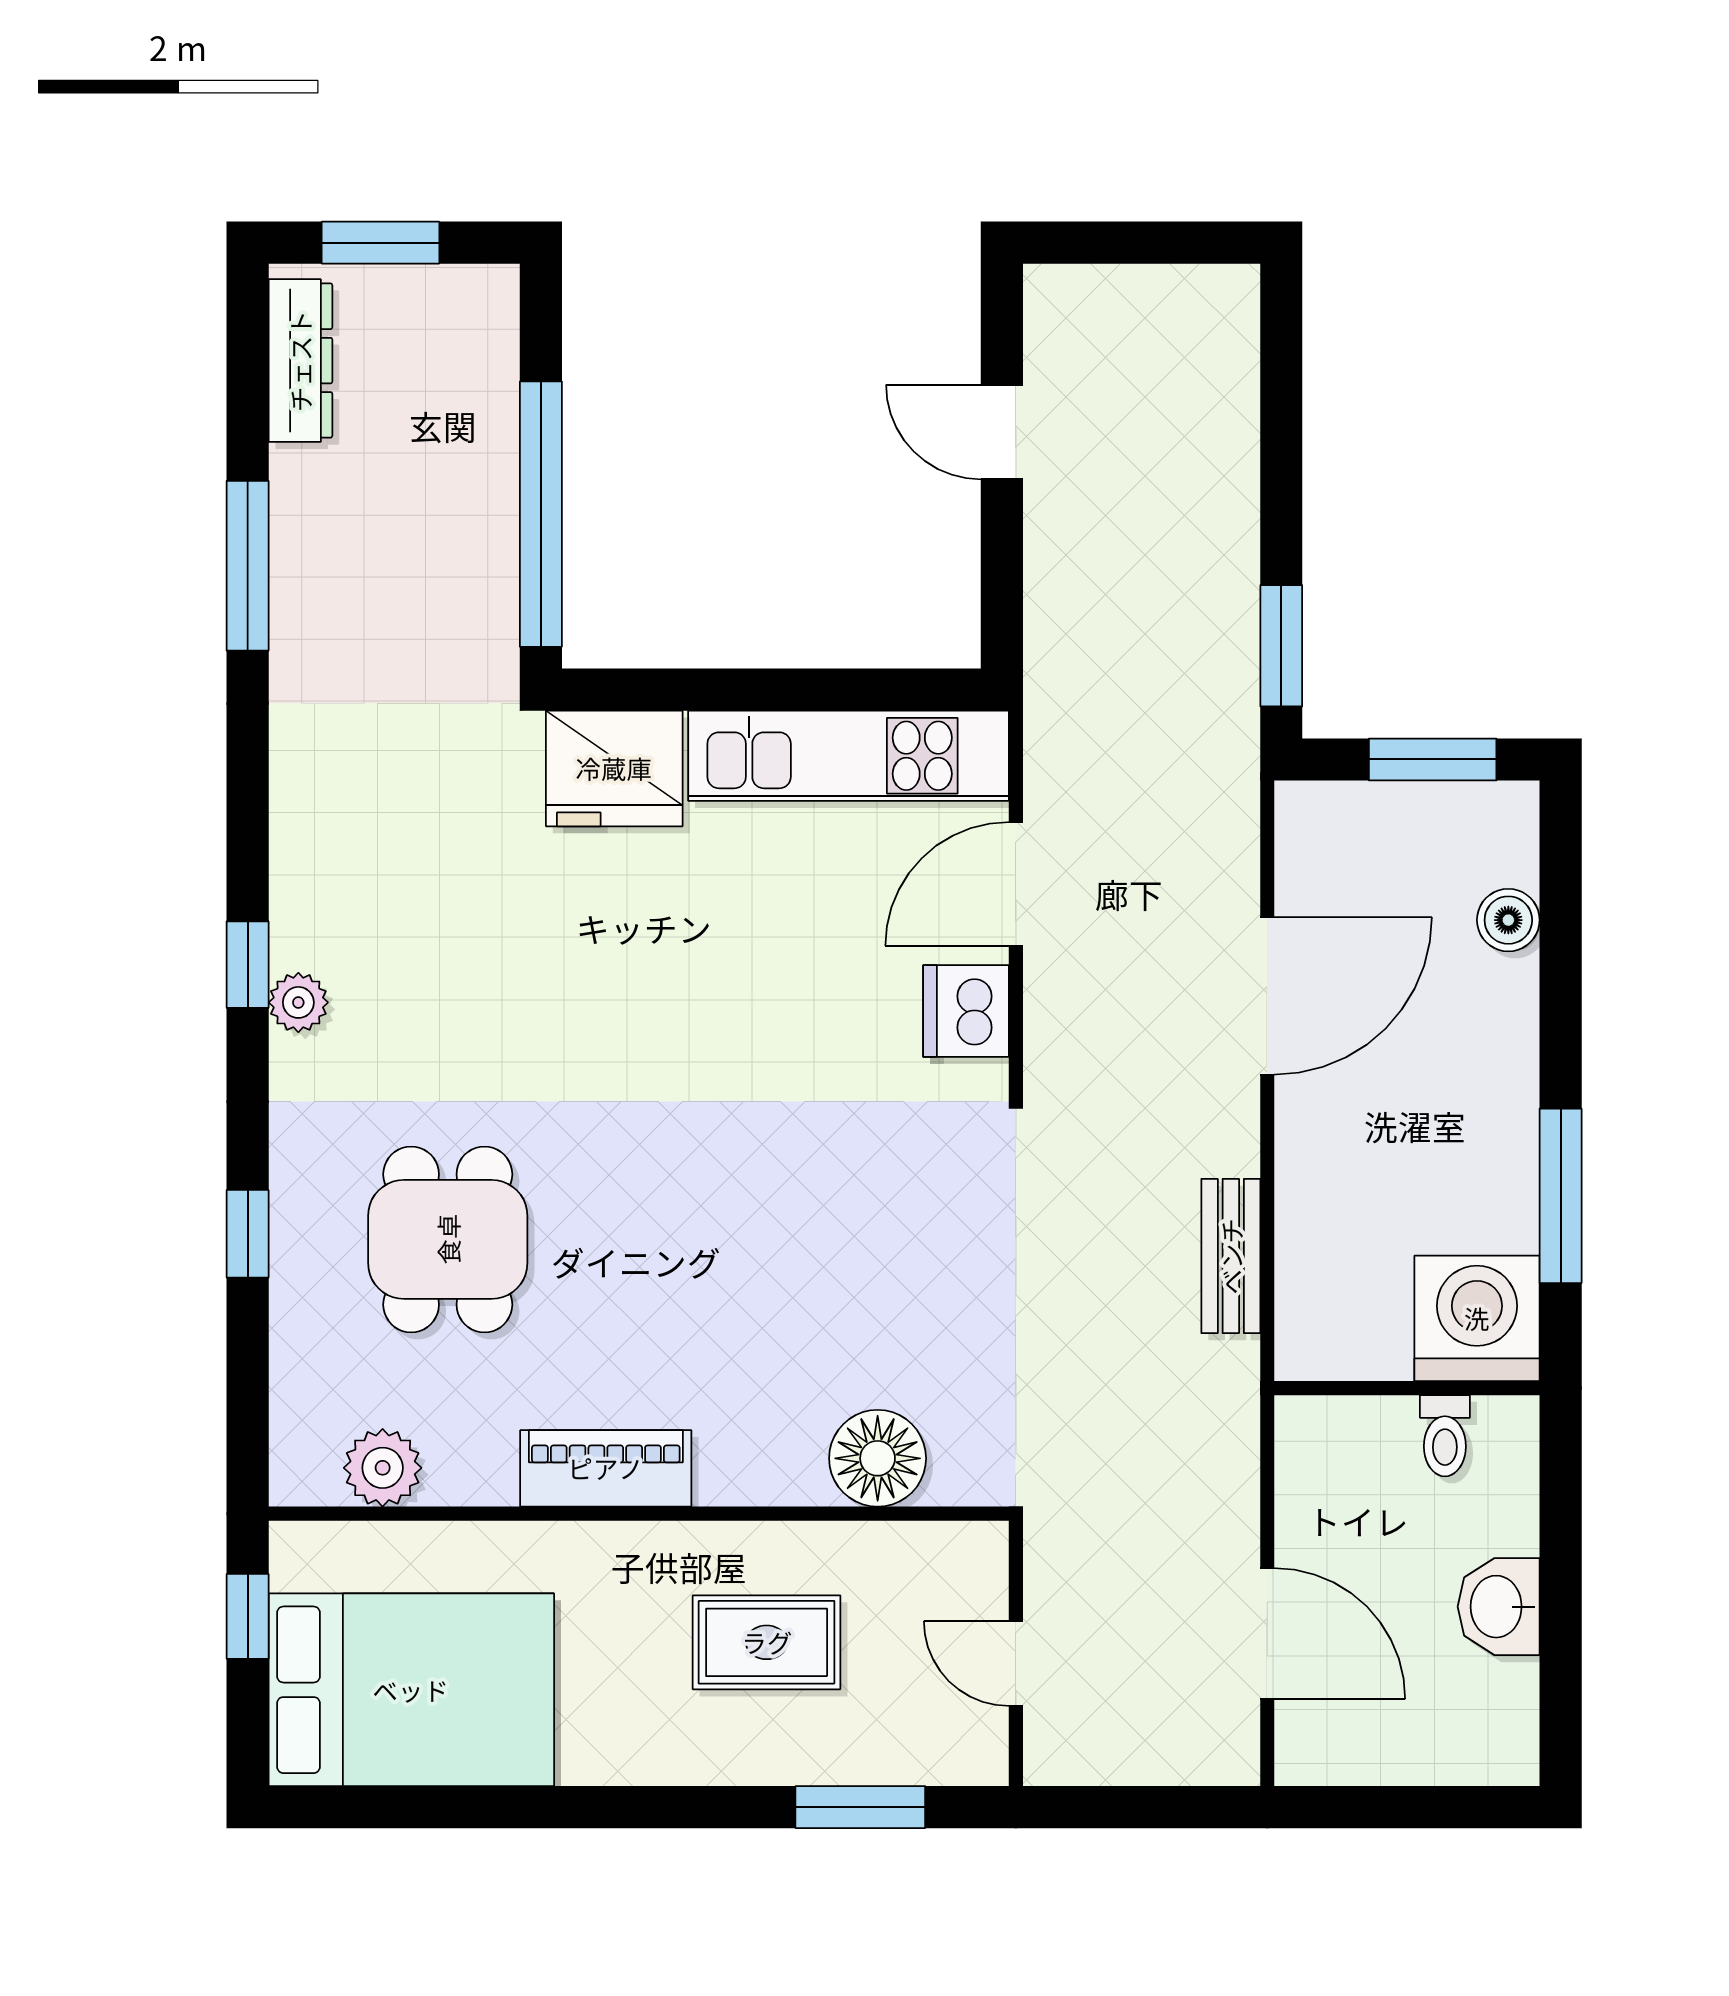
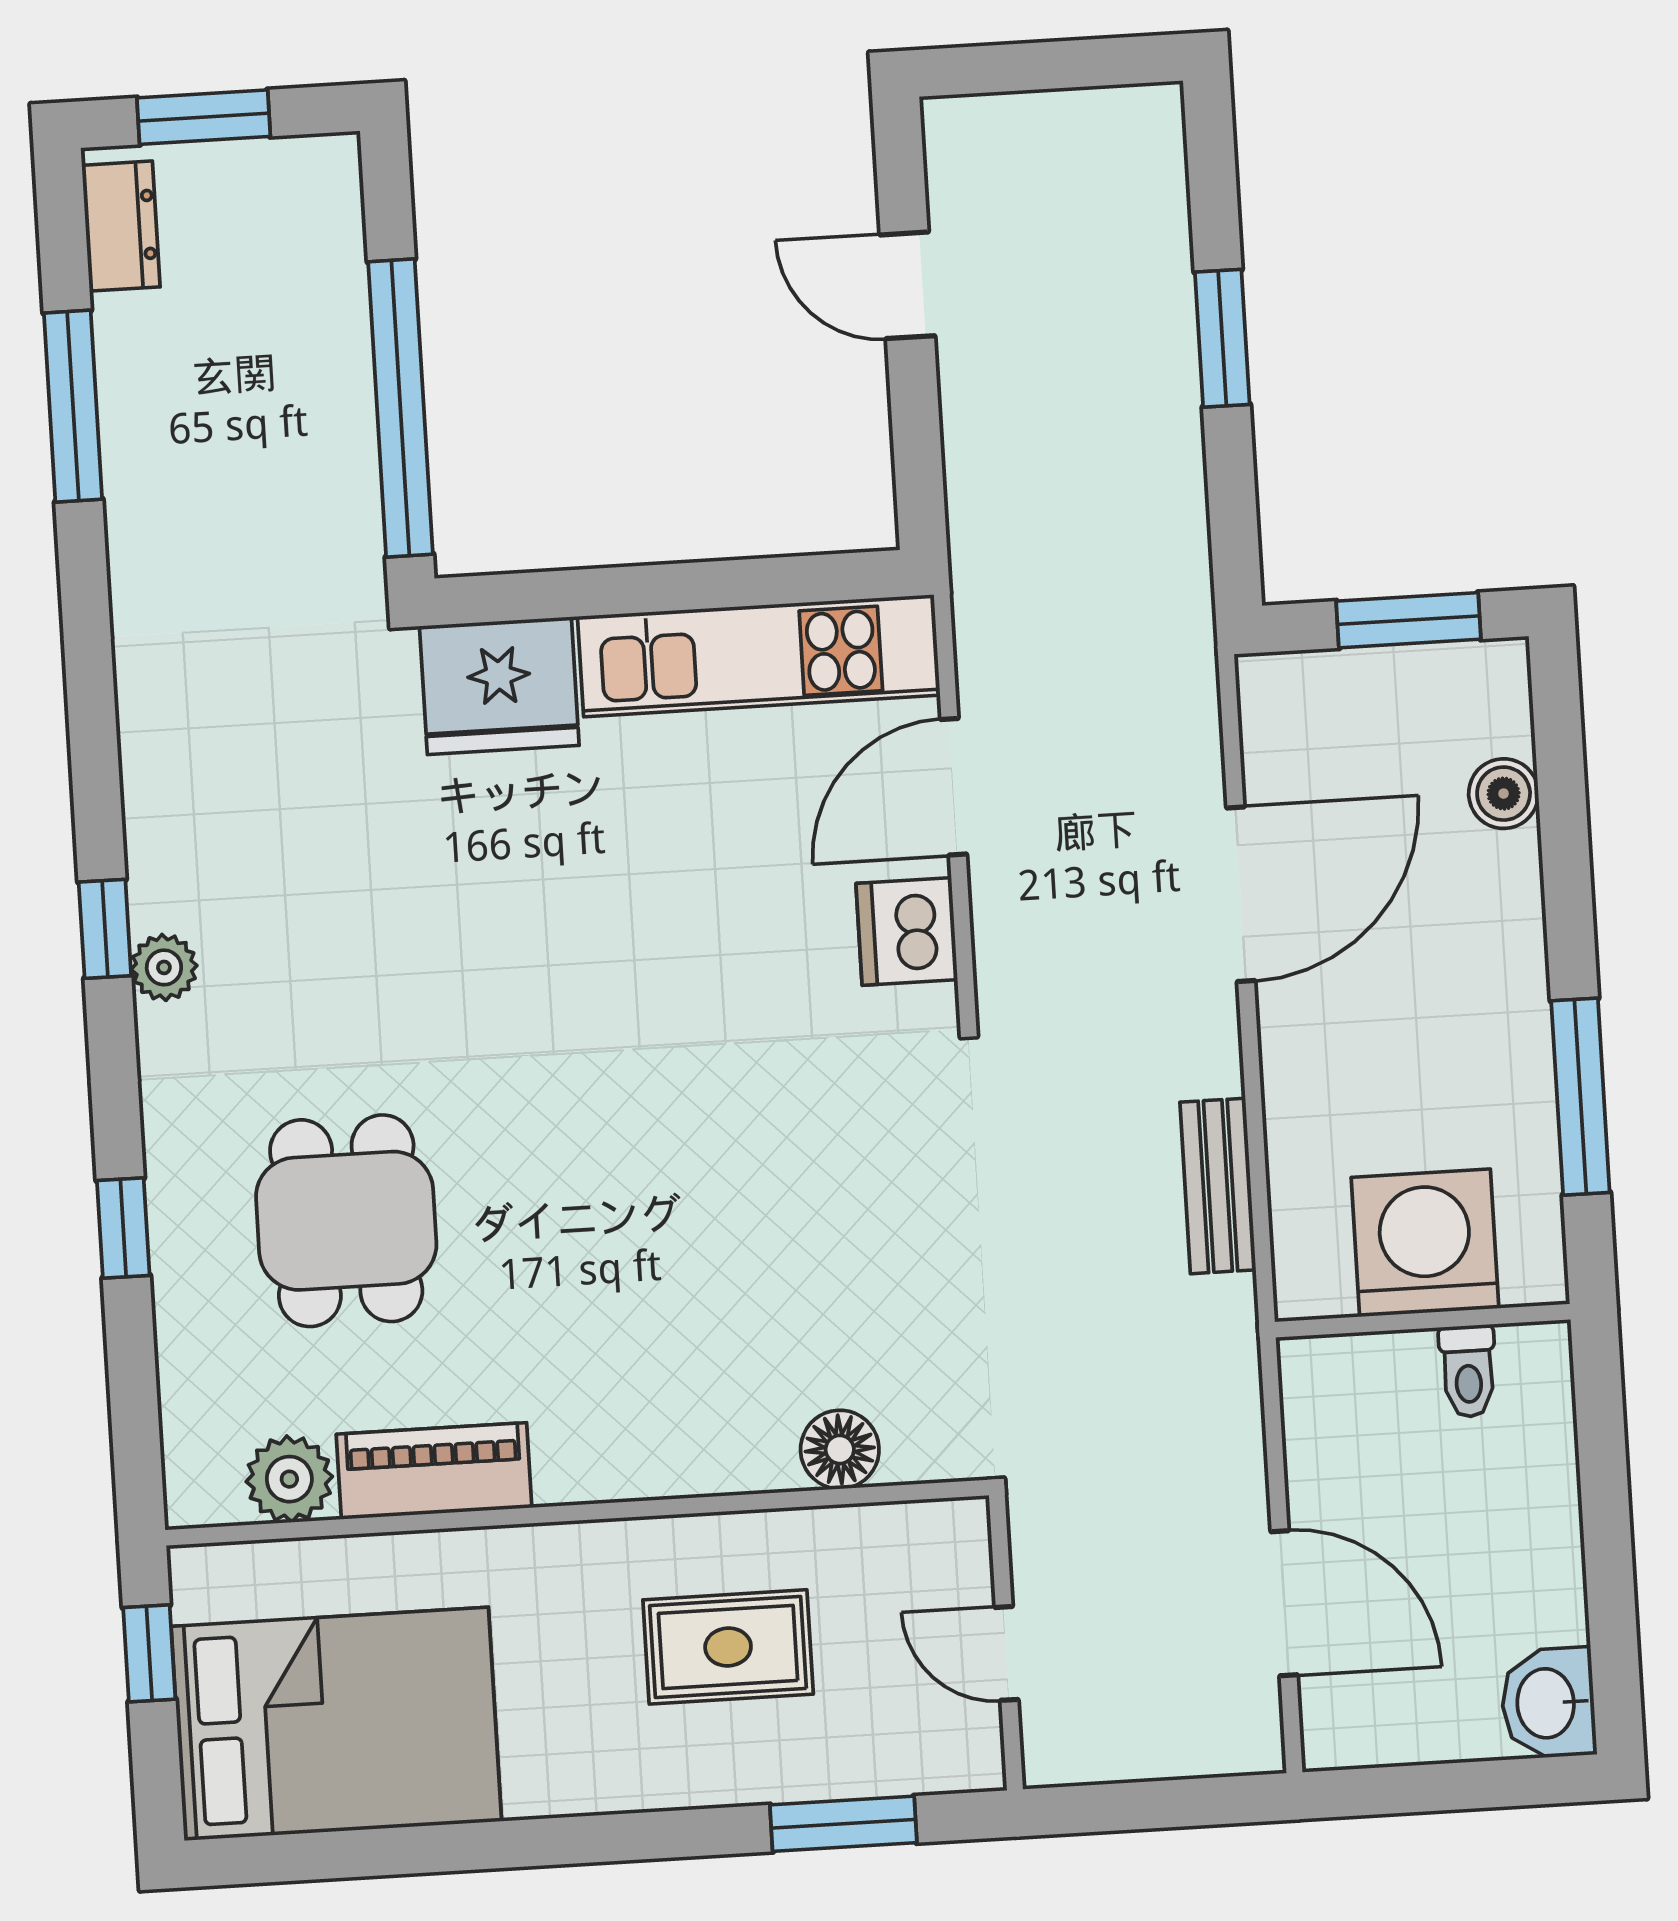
dresser: (300, 361) -> (121, 226), width x0.70
window: (248, 566) -> (73, 406), moved
window: (1281, 646) -> (1222, 338), moved
washing machine: (1477, 1318) -> (1425, 1243), moved
floor lamp: (878, 1458) -> (840, 1450), width x0.73, depth x0.73
piano: (606, 1468) -> (434, 1471), moved
washbasin: (1499, 1607) -> (1548, 1703), moved

